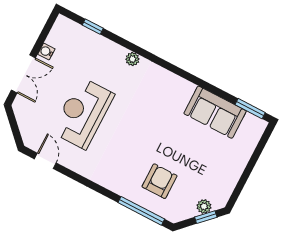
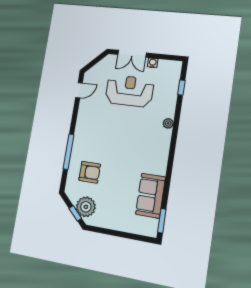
reception desk: (83, 113) -> (129, 91), moved
plant: (204, 206) -> (86, 207), width x1.87, depth x1.87
window: (141, 211) -> (68, 152), moved

